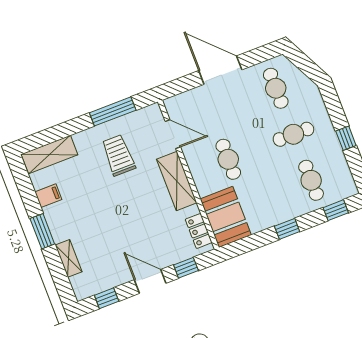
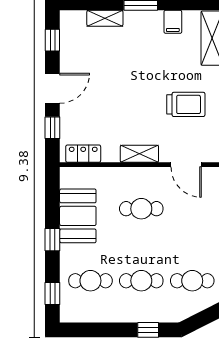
door: (173, 134) -> (186, 165), hinge flipped
cafe table: (293, 134) -> (141, 281), turned 90
window: (346, 138) -> (148, 330), moved
shelving: (177, 181) -> (139, 154), width x0.67, depth x0.75
booth: (226, 217) -> (78, 216), moved, turned 90

